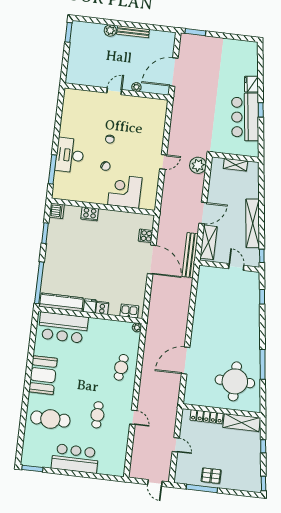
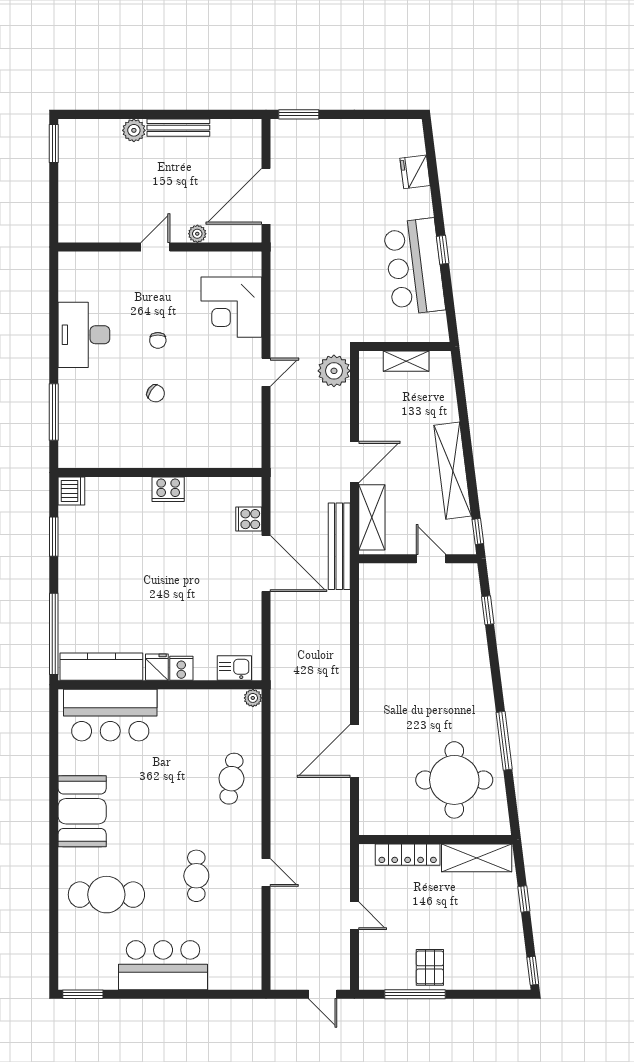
fridge: (251, 84) -> (415, 172), moved
desk: (70, 155) -> (84, 335), moved
corner desk: (125, 191) -> (231, 307), moved, turned -90
cooker: (90, 214) -> (168, 489), moved
pallet: (211, 476) -> (430, 967), turned 90

